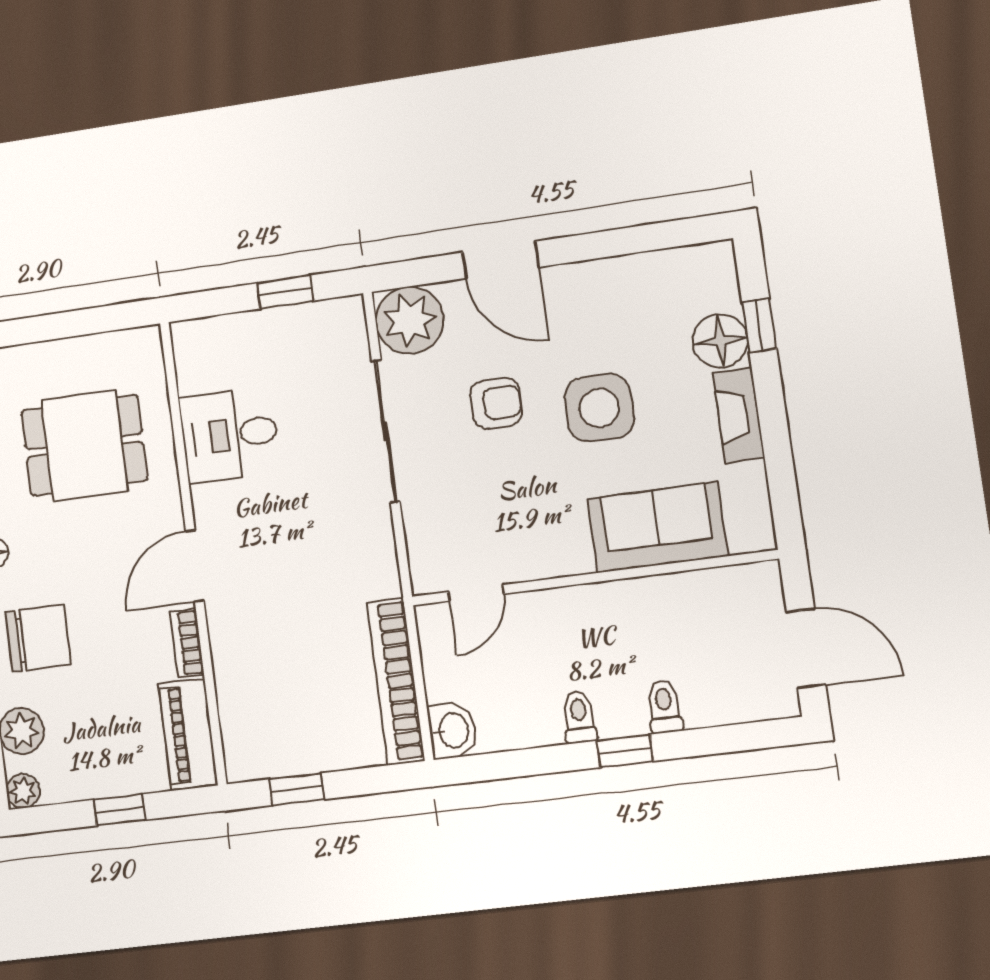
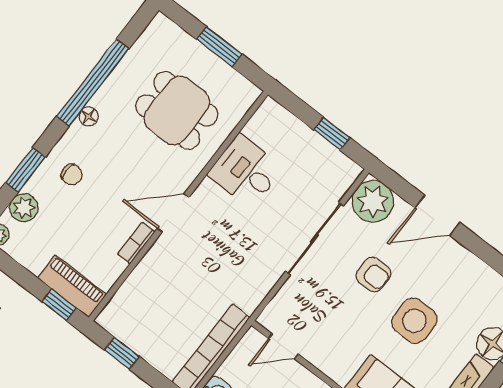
door: (501, 260) -> (437, 215), hinge flipped
window: (61, 325) -> (219, 47), added
chair: (38, 638) -> (72, 174), width x0.54, depth x0.54
piano: (188, 734) -> (72, 286), moved, turned 90
window: (119, 810) -> (59, 305), moved

